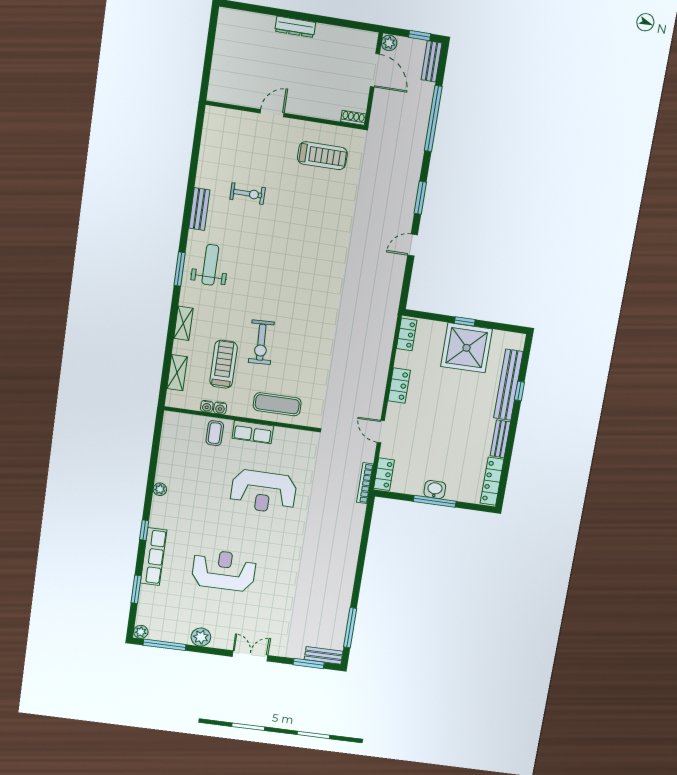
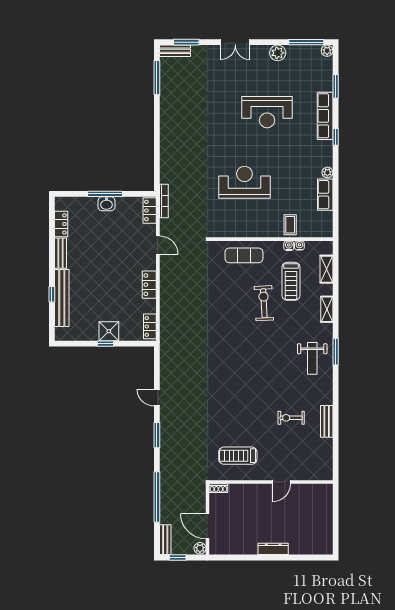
bench: (199, 209) -> (327, 421), moved
door: (413, 245) -> (157, 398), swing flipped
shower: (467, 348) -> (109, 331), width x0.54, depth x0.54
row of seats: (253, 432) -> (325, 195), moved, turned -90
locker: (492, 481) -> (61, 224), width x0.66

